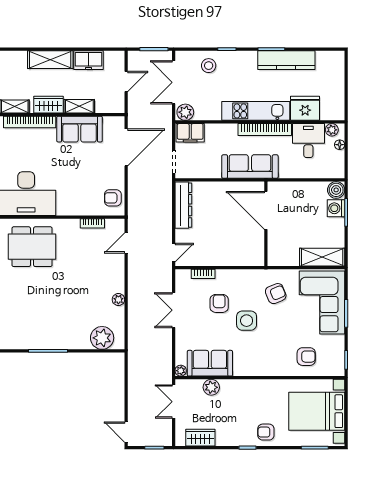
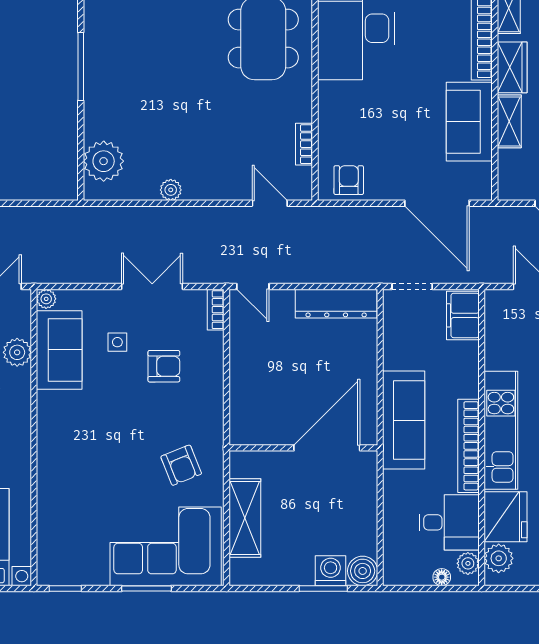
plant: (185, 112) -> (499, 558), moved
shelving: (322, 257) -> (245, 518), moved
bookcase: (203, 274) -> (216, 310), moved
side table: (247, 321) -> (117, 342), moved, width x0.54, depth x0.54
armchair: (306, 357) -> (71, 519), removed

